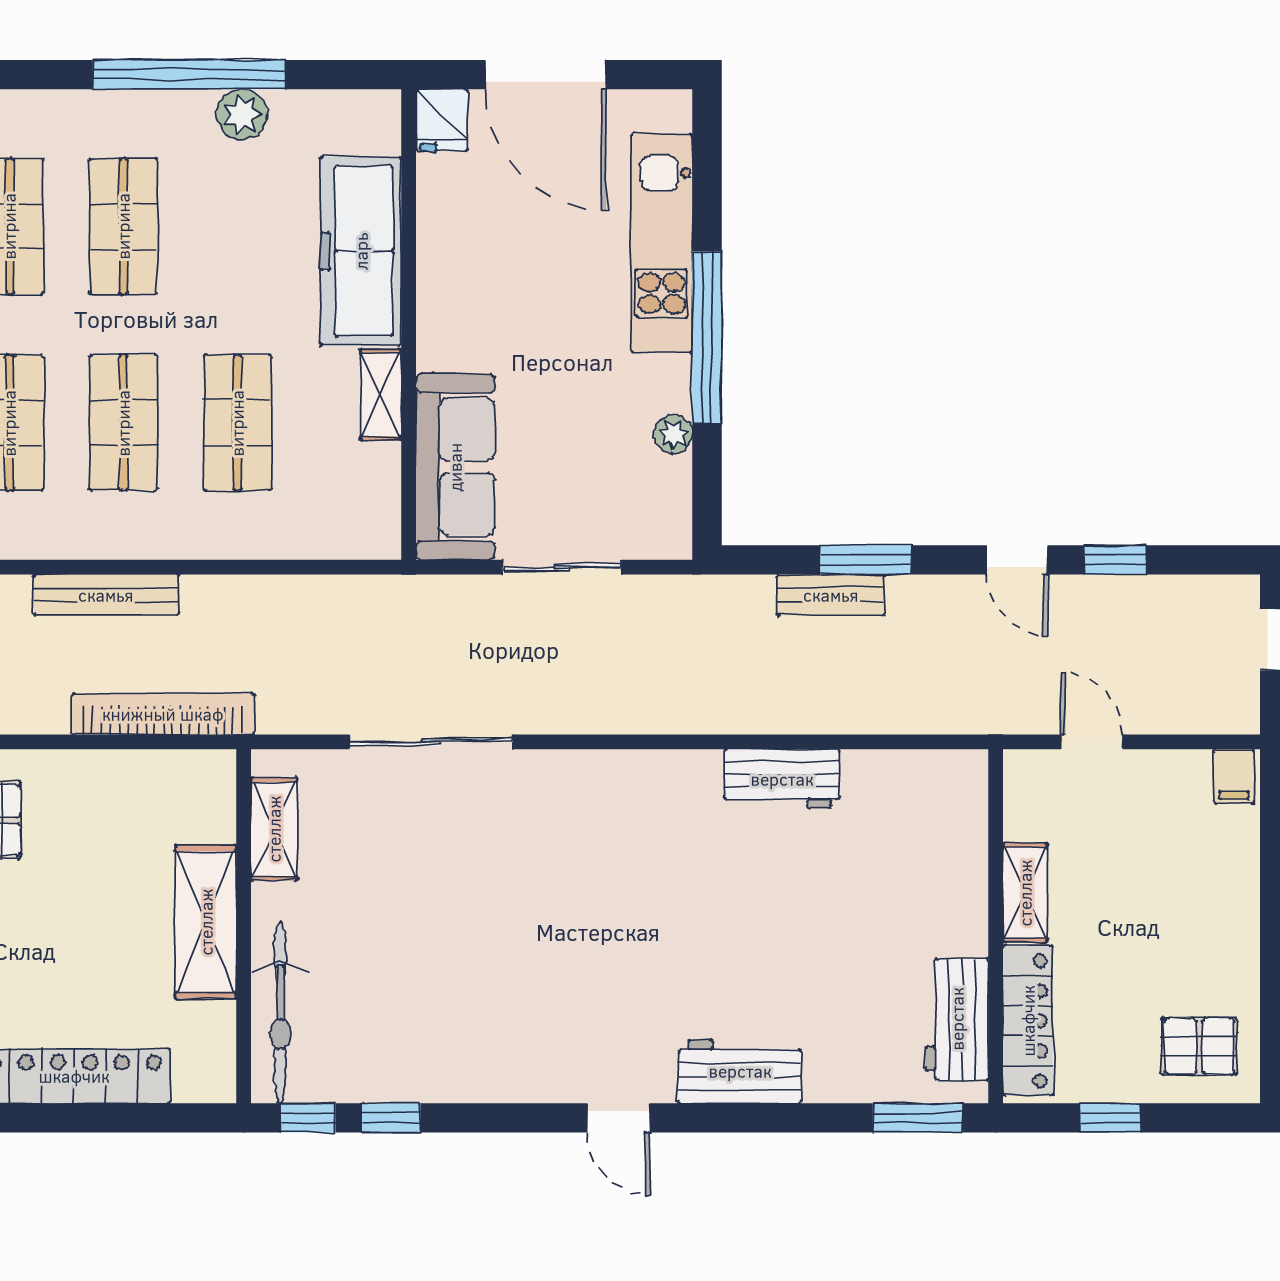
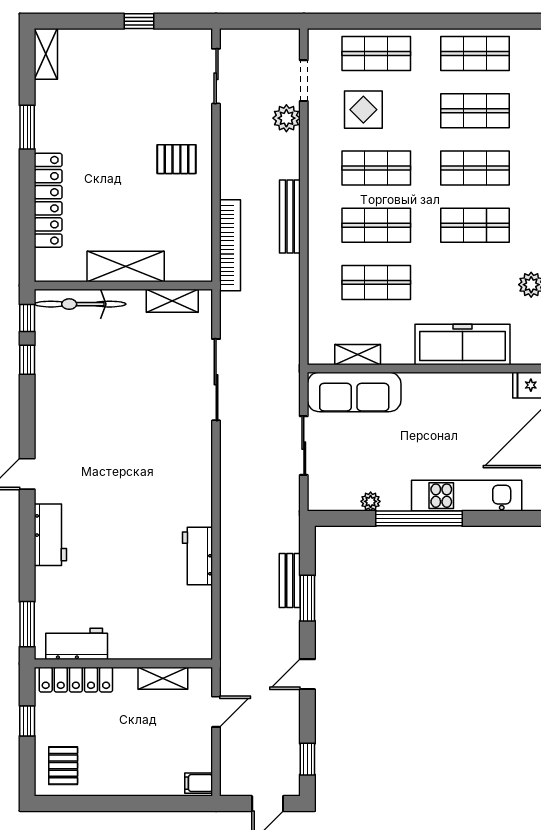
shelving: (381, 395) -> (358, 355), moved
window: (1115, 560) -> (307, 759), moved
shelving: (1025, 893) -> (163, 678), moved

